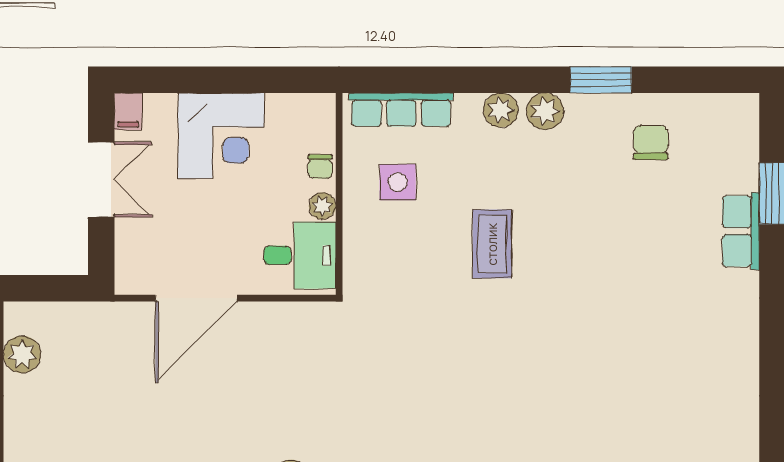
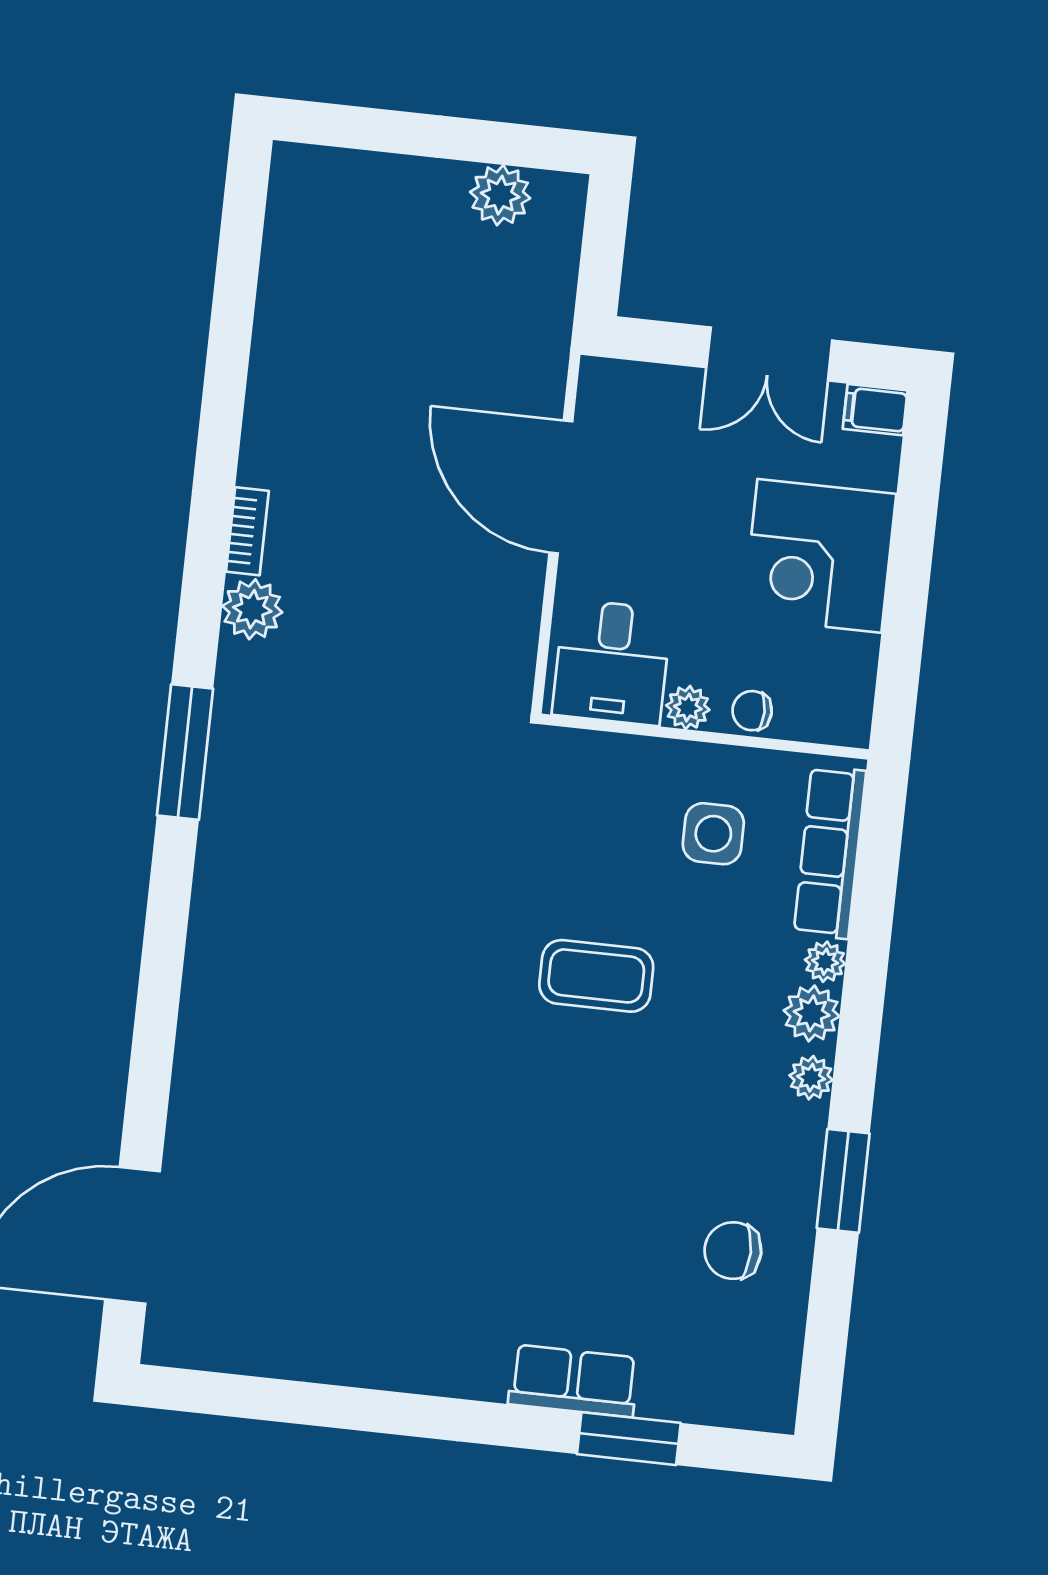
plant: (468, 105) -> (825, 962), added
plant: (545, 111) -> (811, 1078), width x0.73, depth x0.73
chair: (651, 142) -> (733, 1251), turned 180

